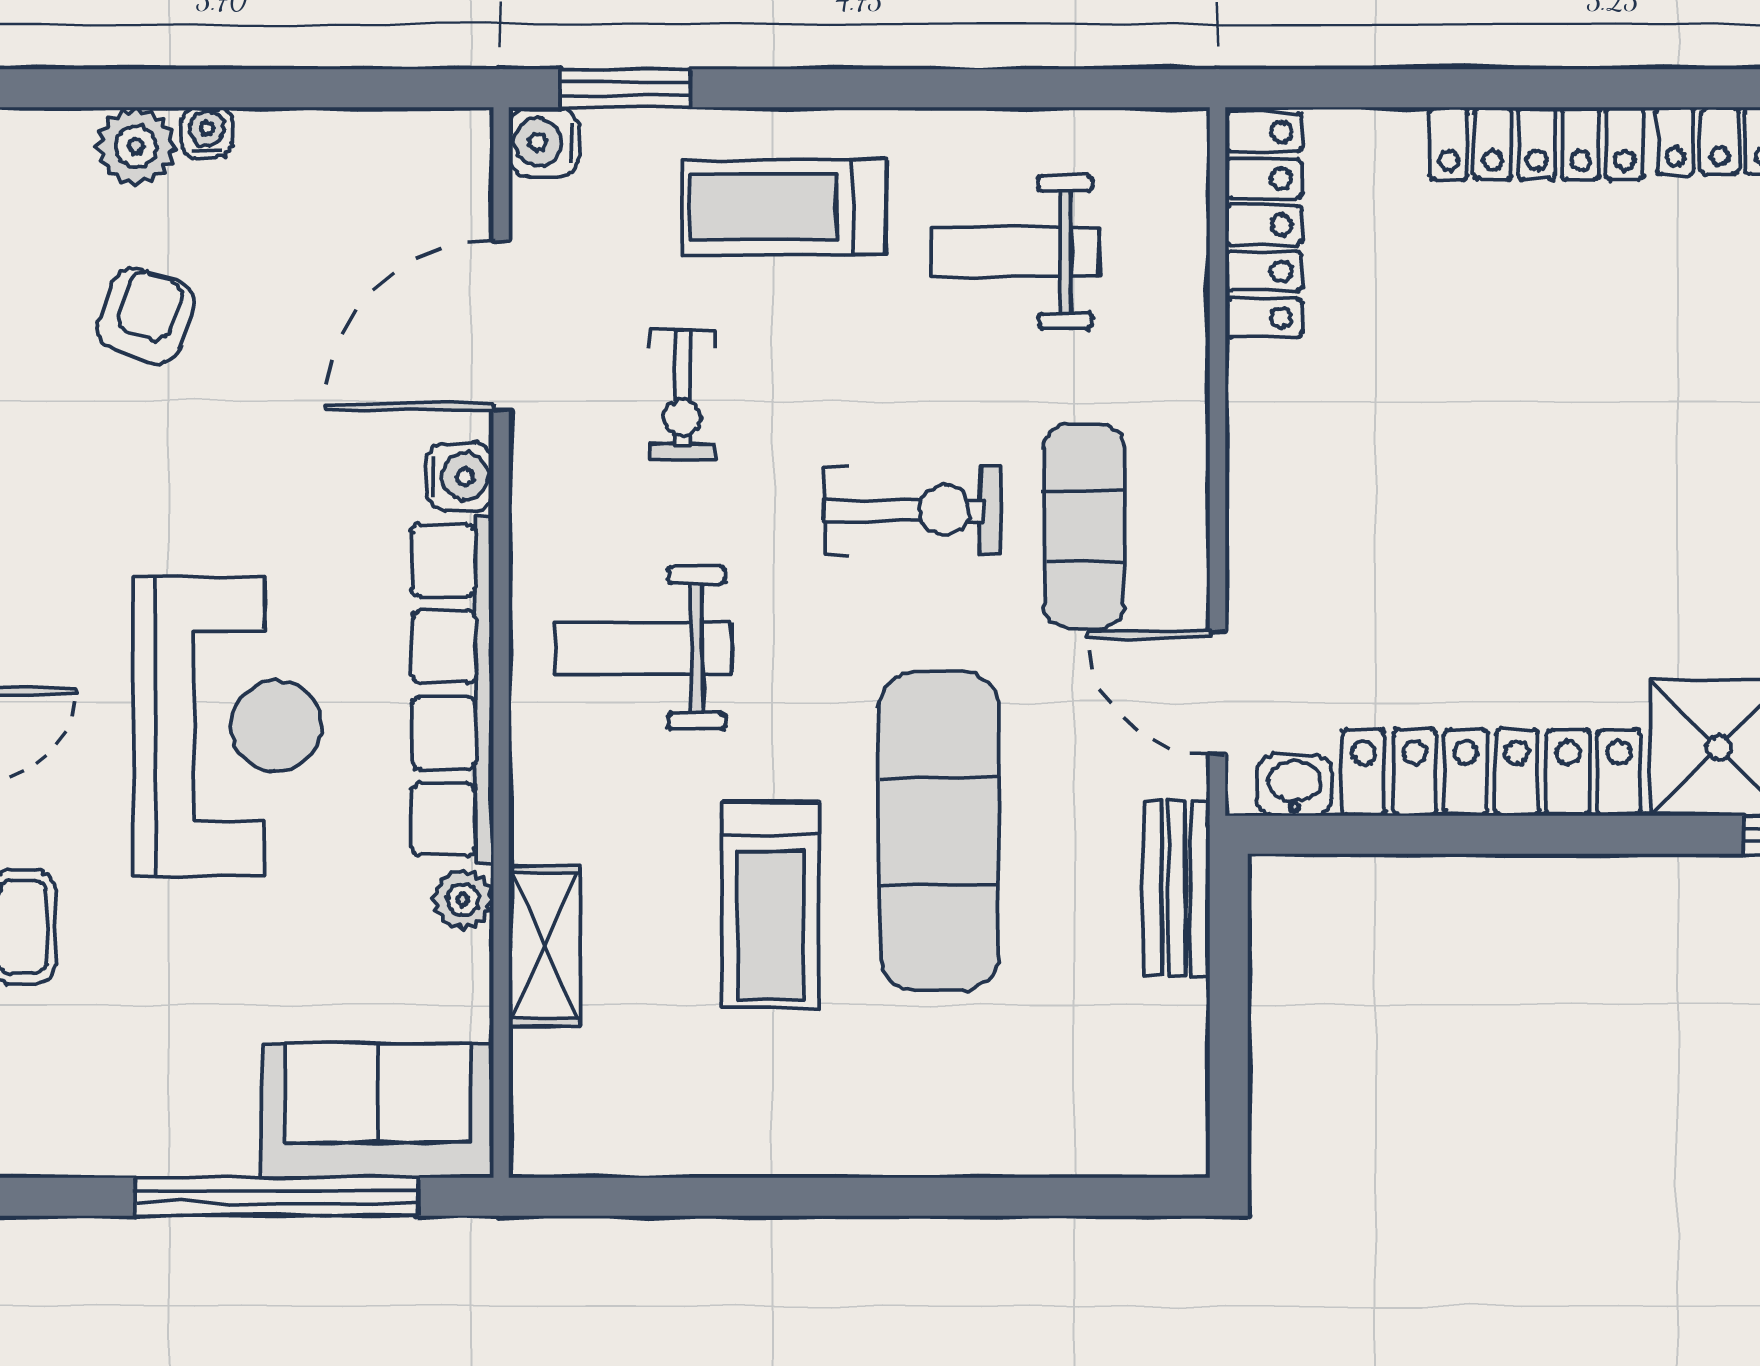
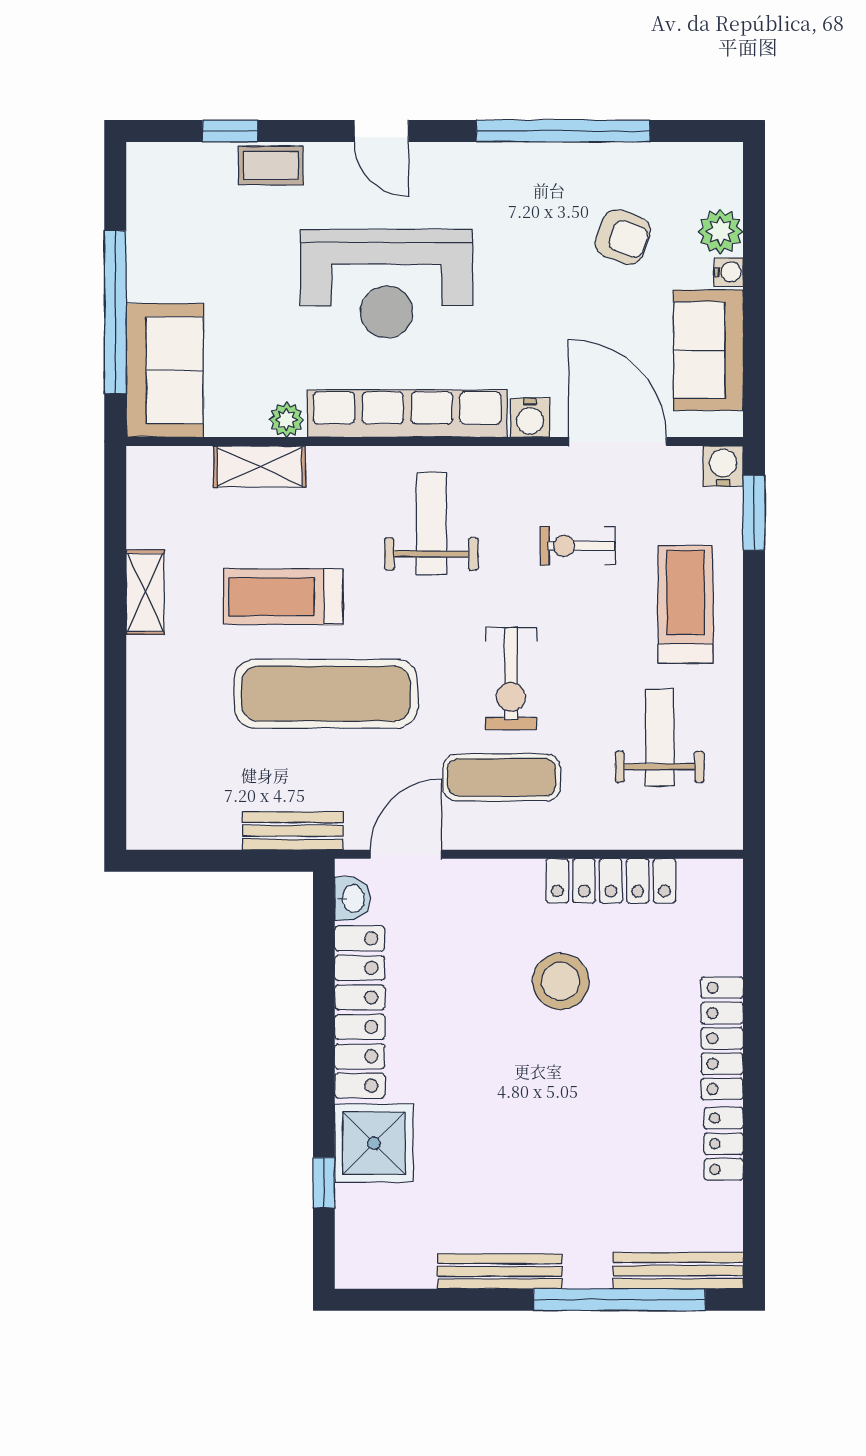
sofa: (342, 167) -> (708, 350), added
locker: (1264, 225) -> (611, 881), moved
stool: (1438, 424) -> (561, 981), added
shelving: (763, 1145) -> (145, 592), added

